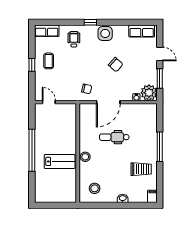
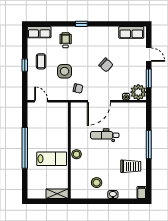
side table: (105, 33) -> (65, 71), moved
stool: (95, 188) -> (97, 183), moved
shelving: (65, 198) -> (57, 194), added

